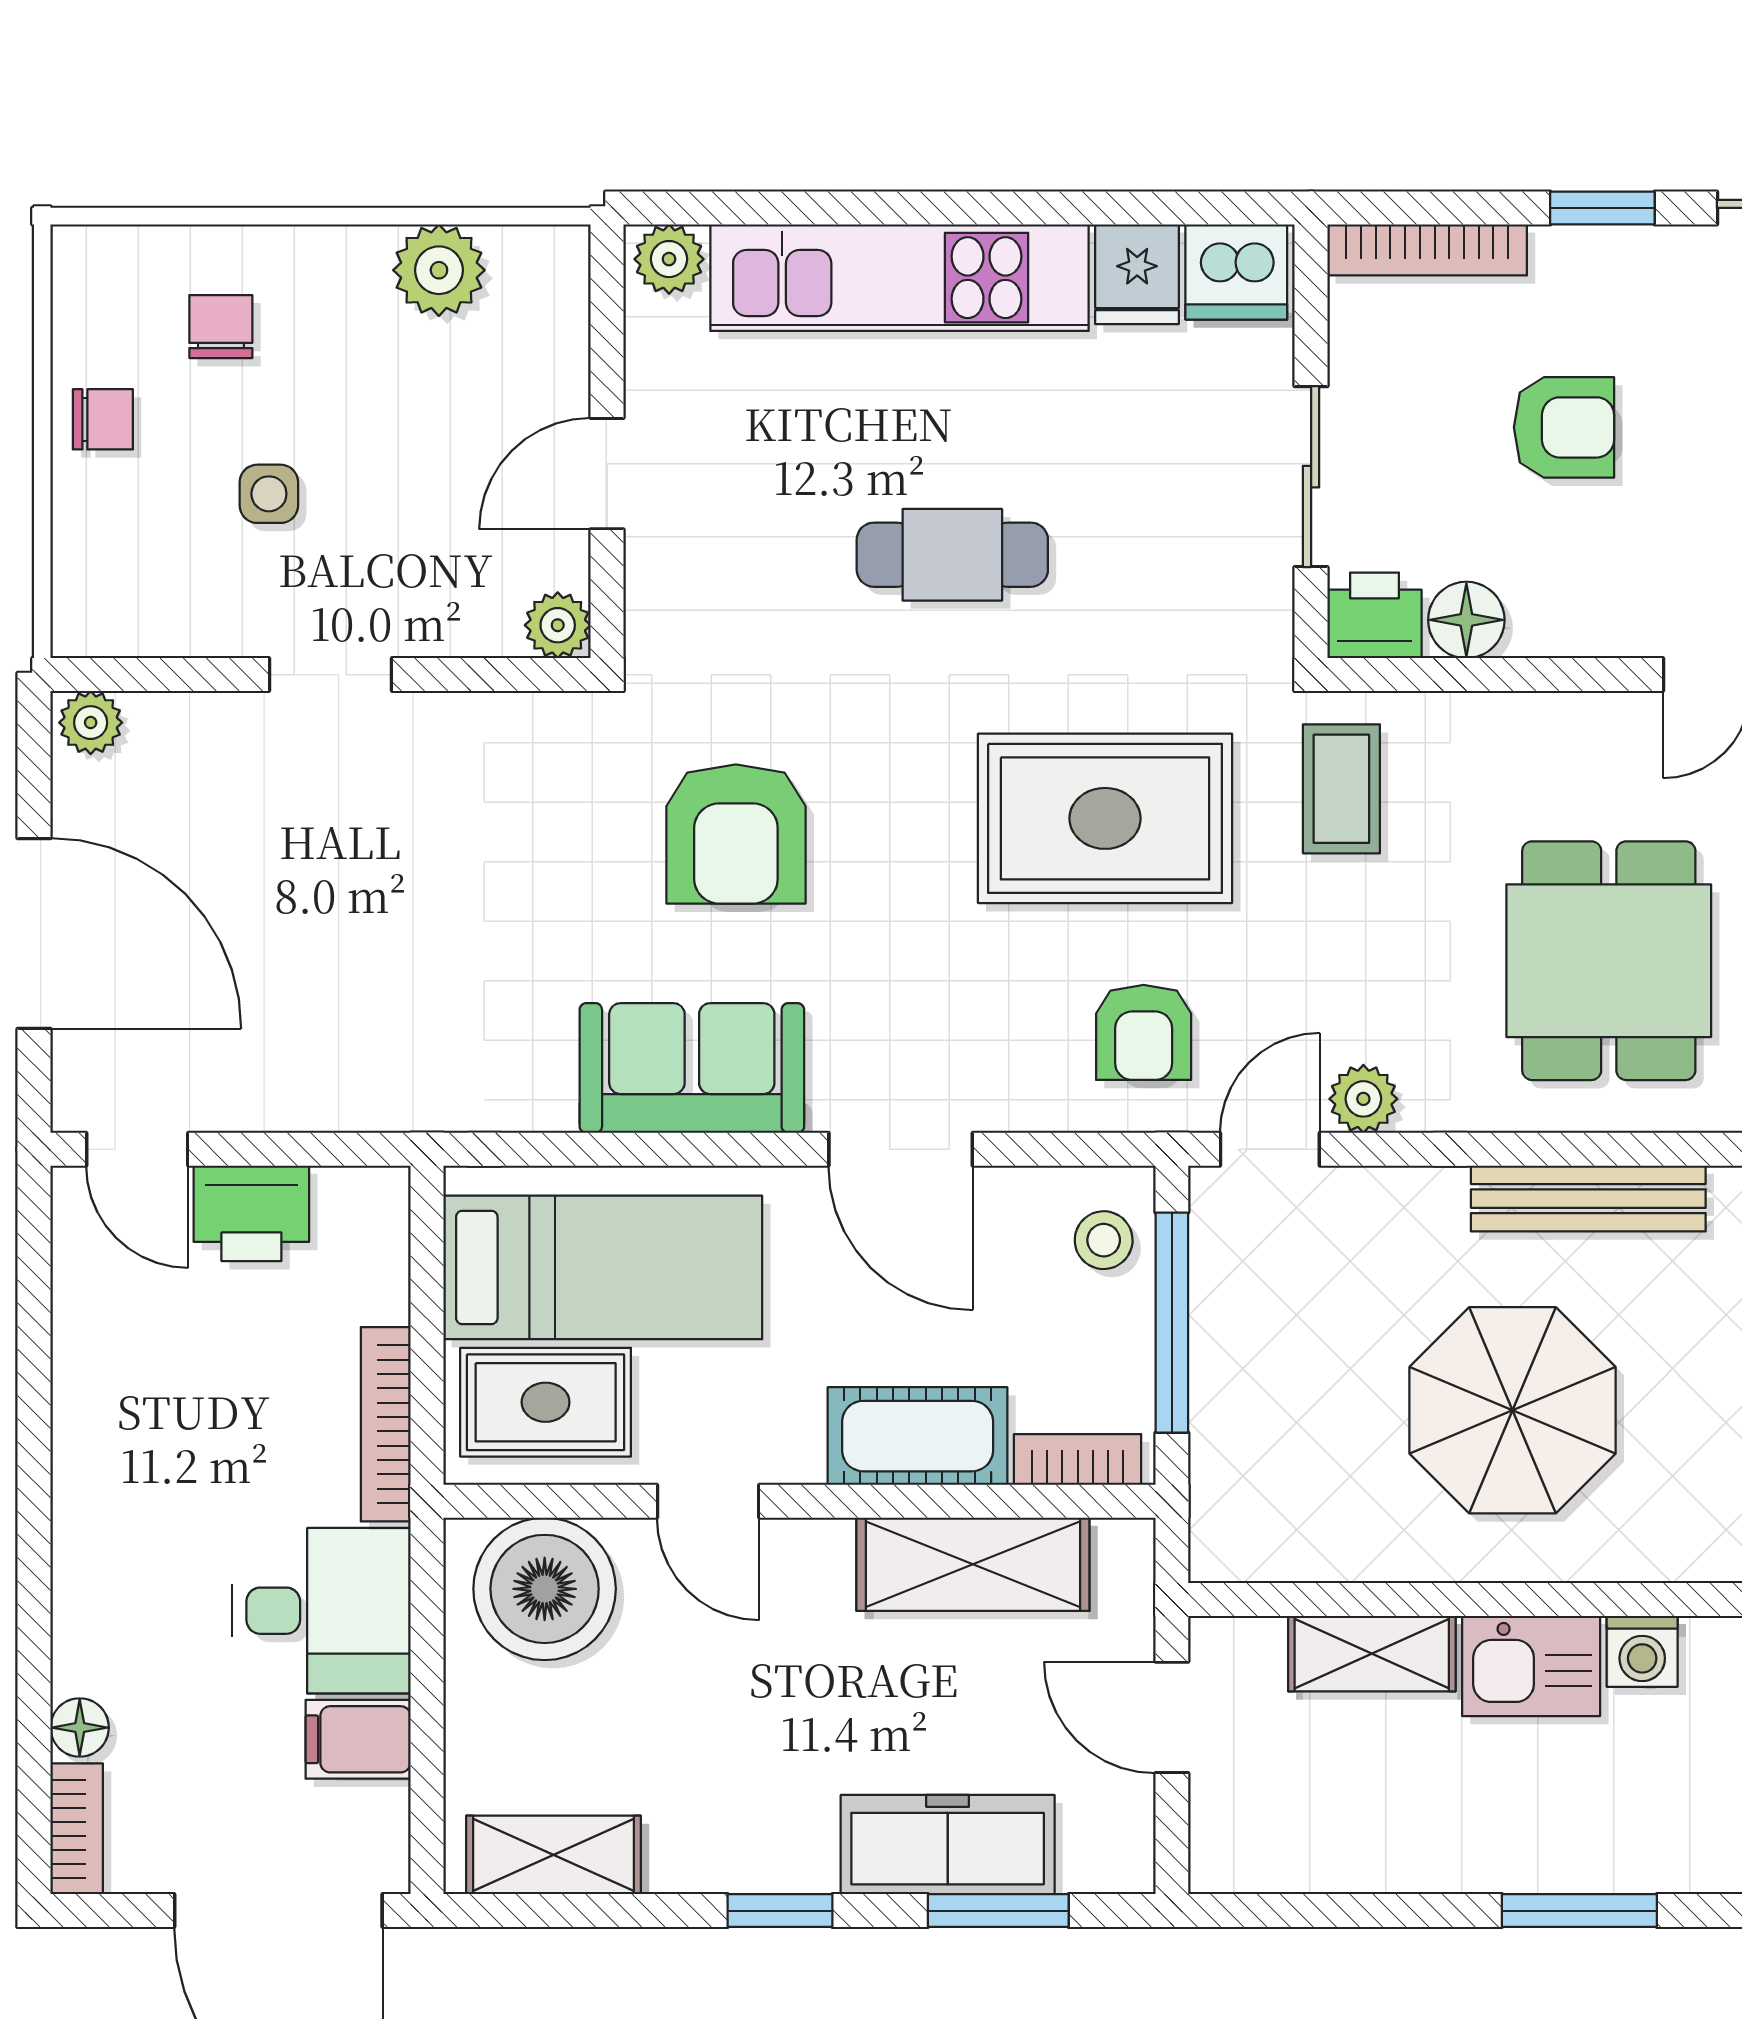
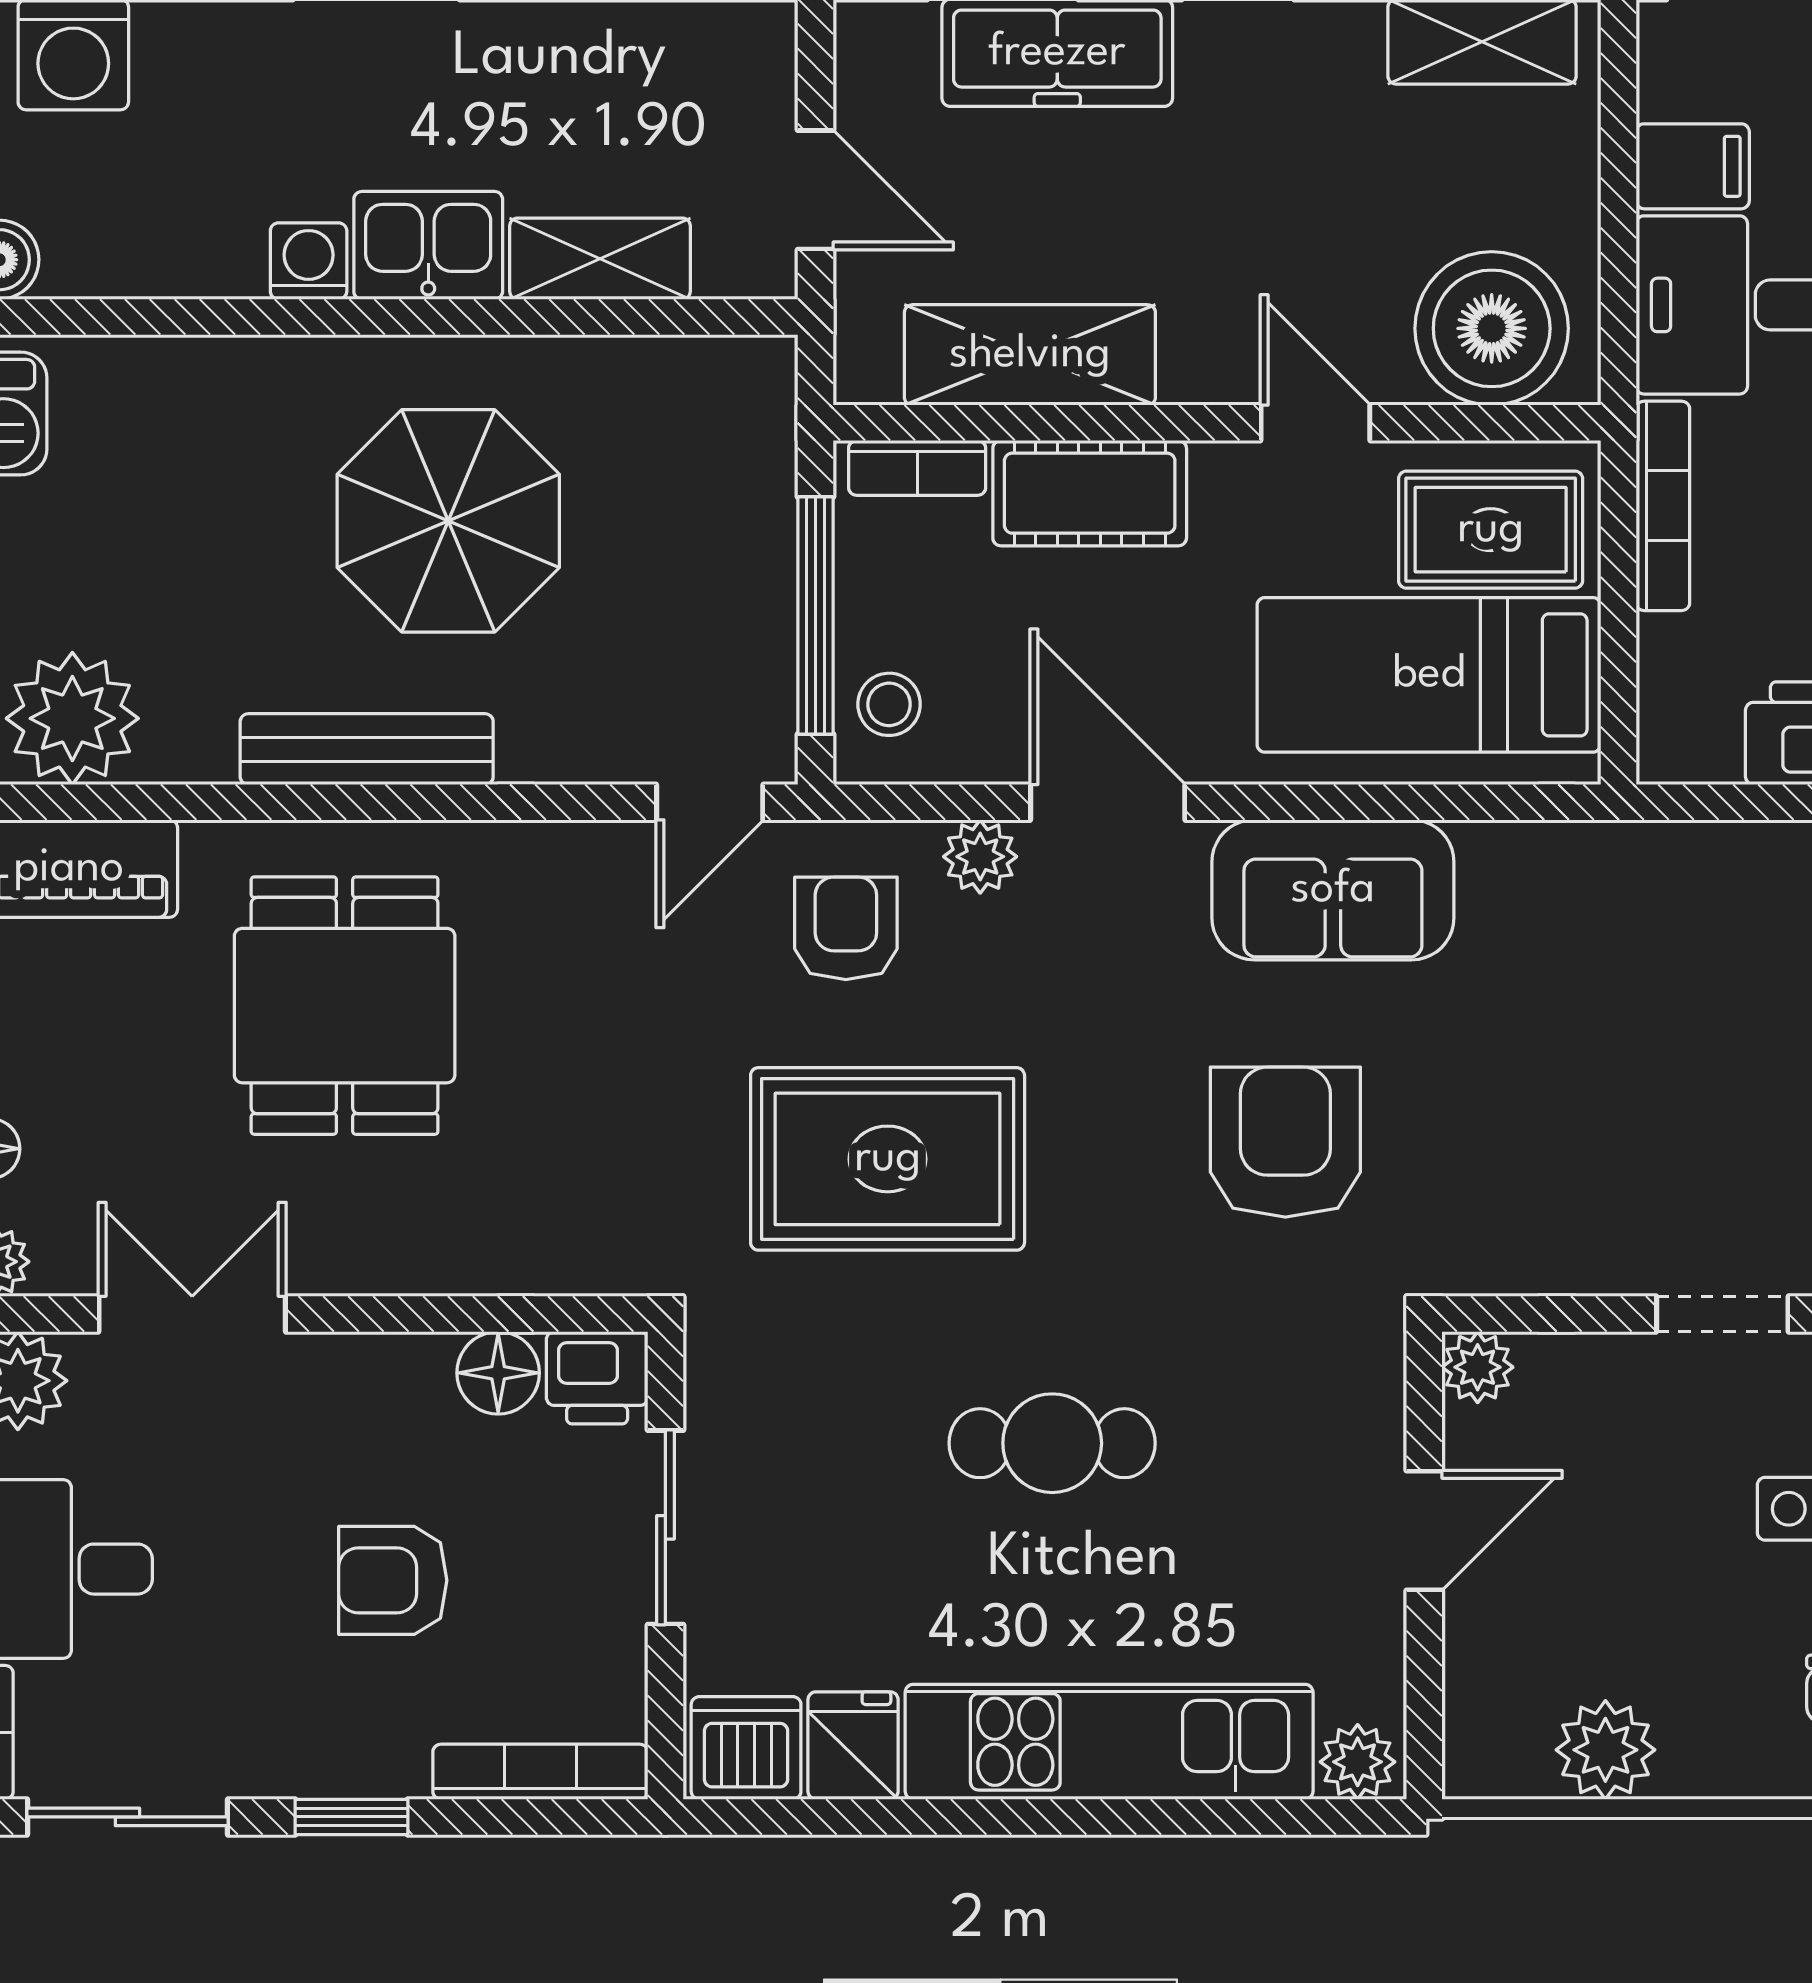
coffee table: (1341, 789) -> (633, 1191), removed
plant: (1363, 1099) -> (980, 857), moved

